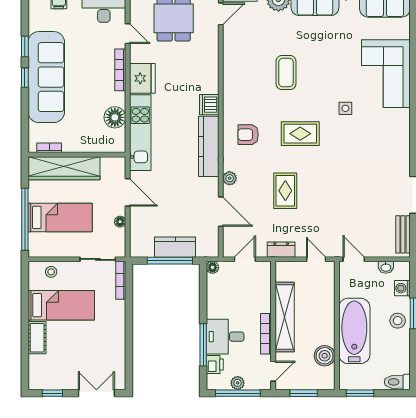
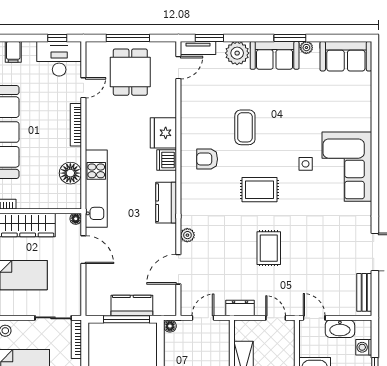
door: (128, 34) -> (83, 88), hinge flipped
corner sofa: (386, 74) -> (347, 167), moved
fridge: (142, 78) -> (163, 133), moved, turned 180
armchair: (248, 135) -> (207, 159), moved
kitchen counter: (209, 146) -> (166, 203), width x0.67
rug: (285, 191) -> (269, 248), moved
door: (221, 212) -> (178, 269), swing flipped
floor lamp: (120, 222) -> (76, 219), moved
washbasin: (386, 267) -> (340, 329), width x1.91, depth x1.45

